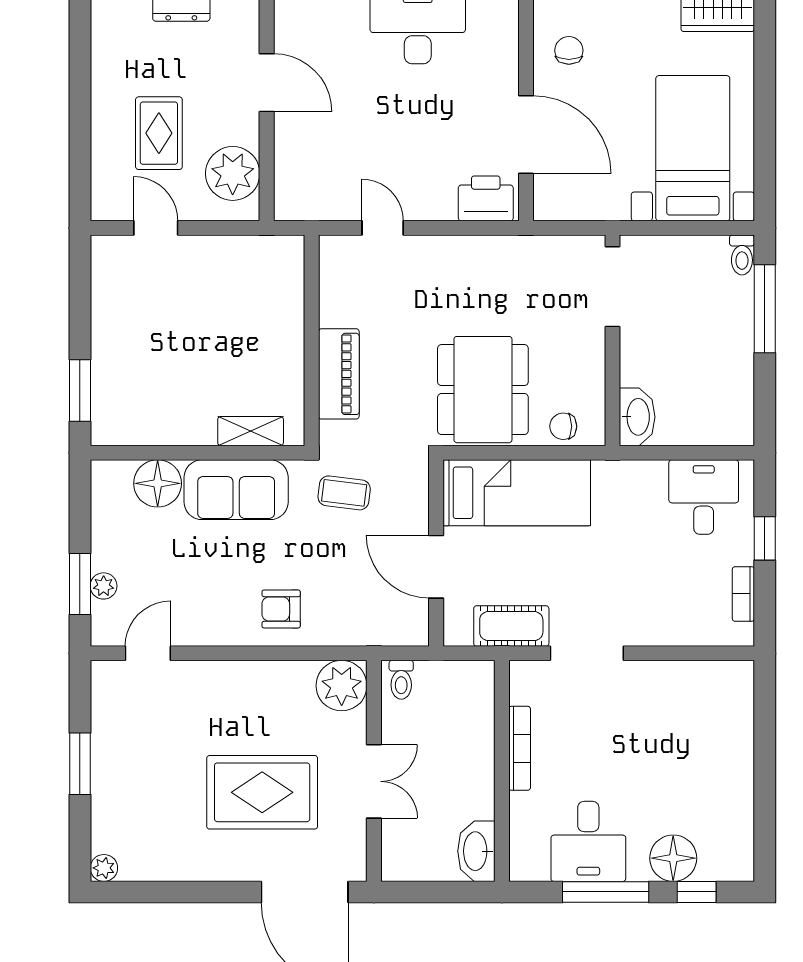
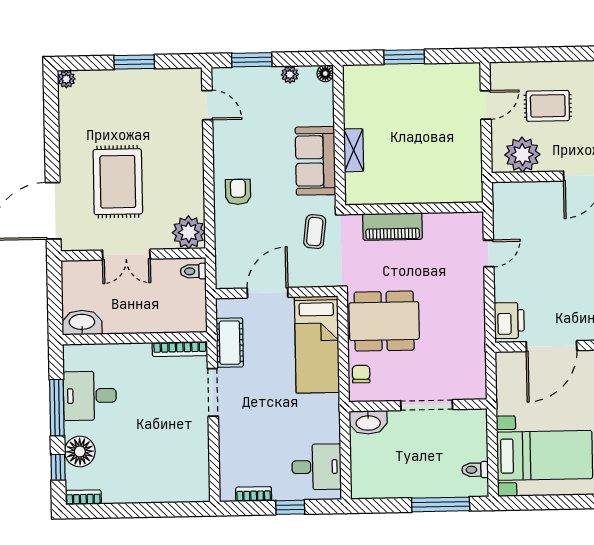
toilet: (742, 255) -> (475, 470), moved
doorway: (613, 287) -> (427, 405), moved
window: (80, 391) -> (404, 57), moved
shelving: (251, 431) -> (354, 150), moved
floor lamp: (158, 483) -> (325, 73), moved, width x0.53, depth x0.53
plant: (104, 586) -> (290, 75), moved
bookcase: (520, 748) -> (180, 349), moved
bookcase: (743, 854) -> (83, 497), added

